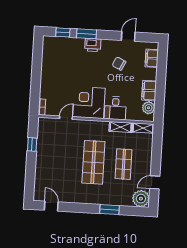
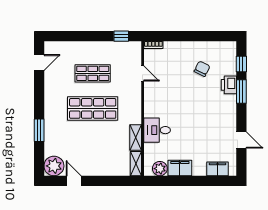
printer: (93, 45) -> (229, 85), moved
chair: (119, 64) -> (202, 69), moved
corner desk: (89, 103) -> (162, 99), removed
window: (32, 144) -> (121, 36), moved
shop shelf: (124, 164) -> (93, 73), moved

